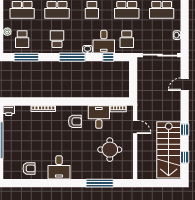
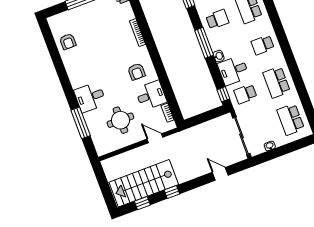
window: (108, 57) -> (223, 94), moved
door: (135, 127) -> (155, 138), swing flipped
desk: (59, 167) -> (90, 97), moved

